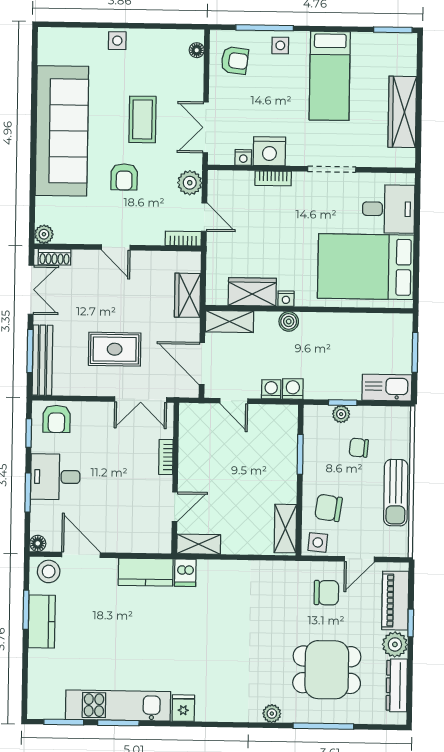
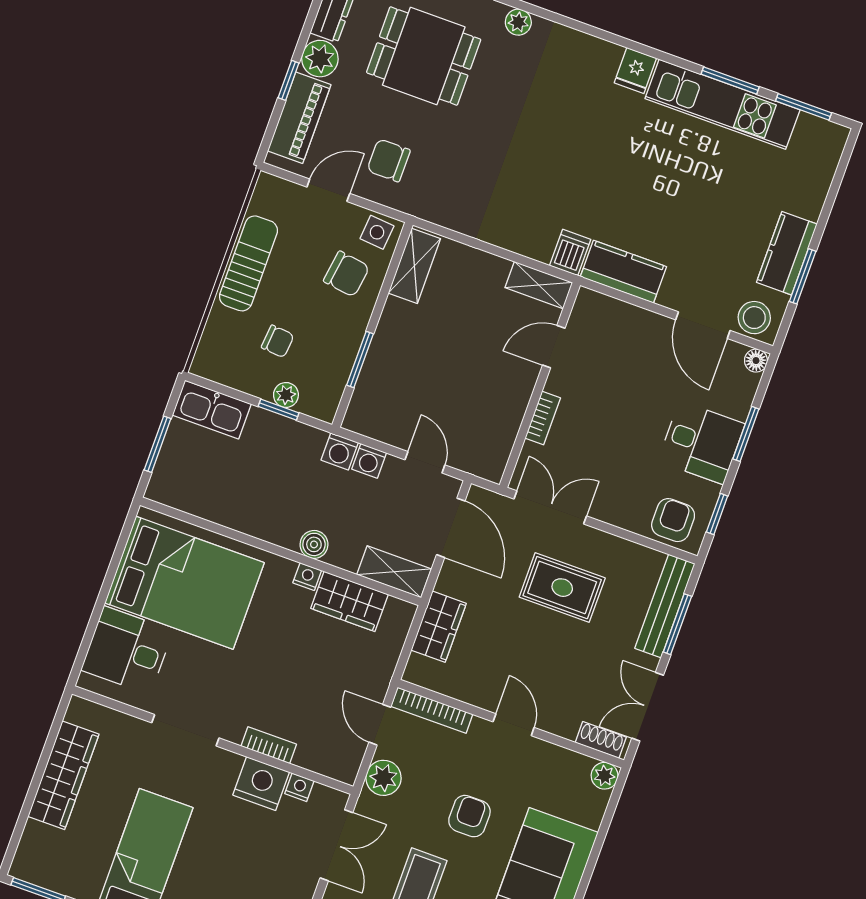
bookcase: (183, 239) -> (432, 710), width x1.56

